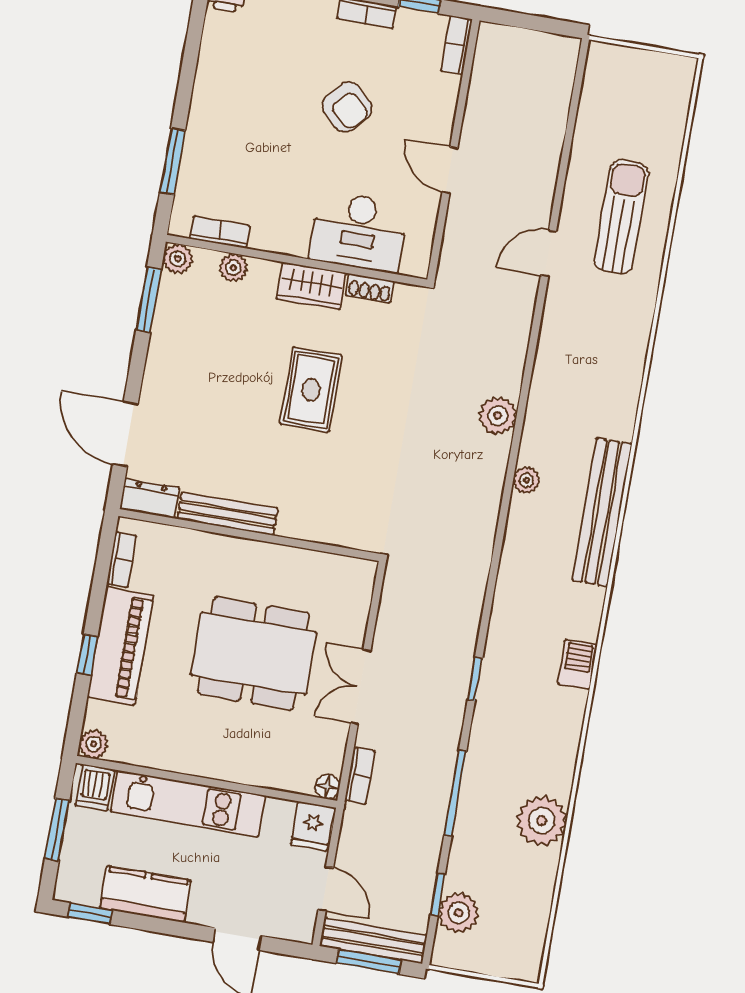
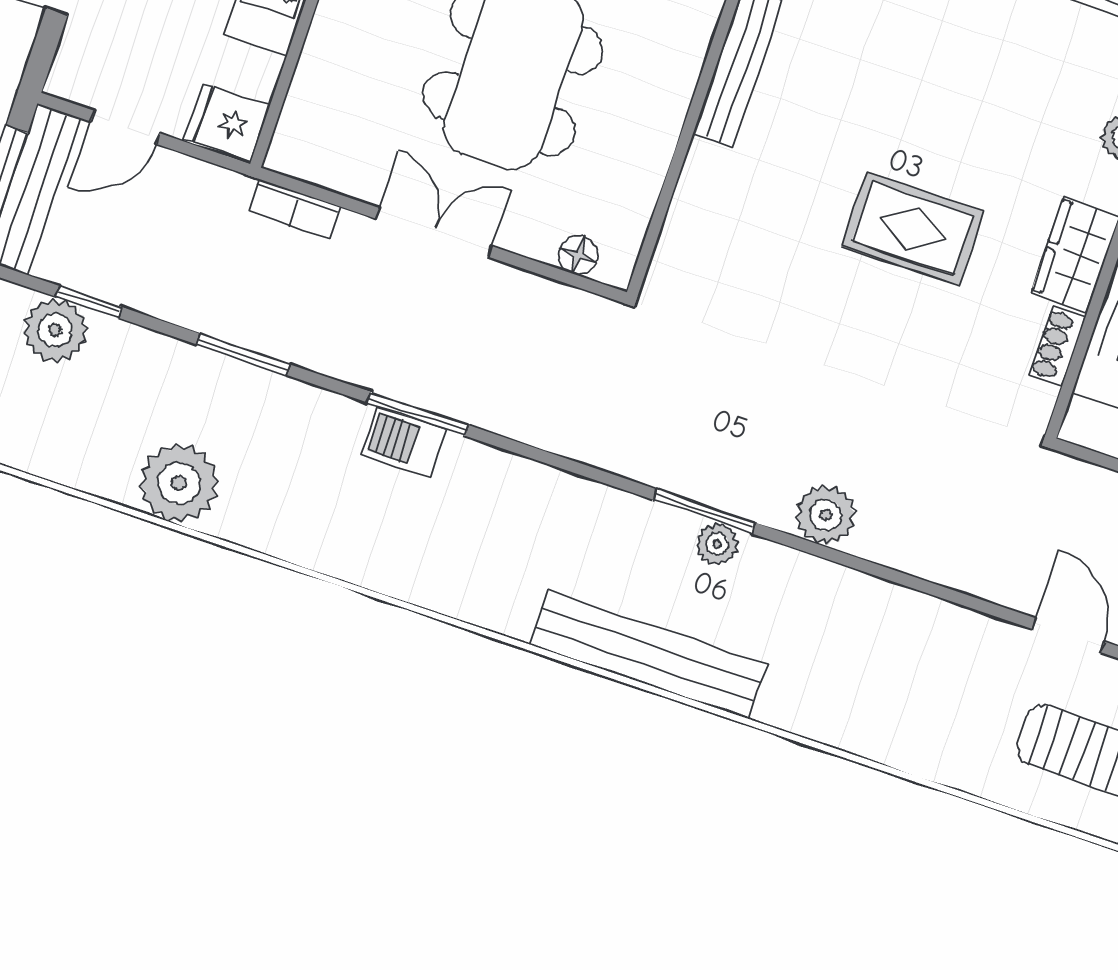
window: (507, 491) -> (704, 511), added
barbecue: (578, 664) -> (404, 442), moved, turned 180
window: (475, 679) -> (418, 414), width x1.50
floor lamp: (327, 787) -> (578, 255), moved
window: (455, 793) -> (243, 354), width x0.69

